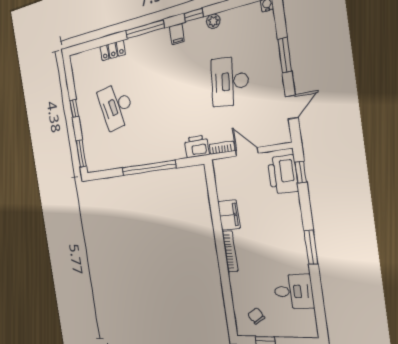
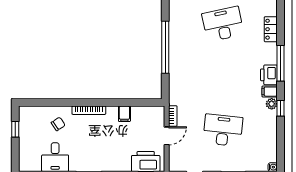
plant: (213, 21) -> (272, 104), moved
printer: (197, 147) -> (269, 75), moved, turned 180
filing cabinet: (229, 215) -> (124, 114), width x0.50
chair: (256, 316) -> (58, 124), moved

